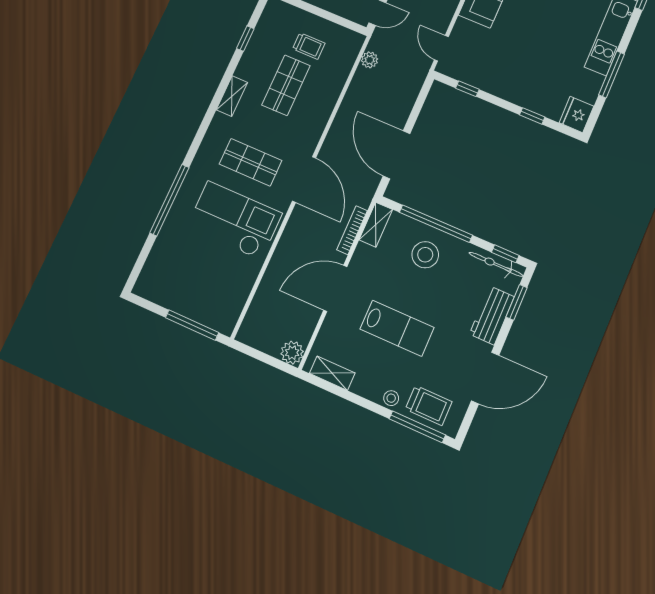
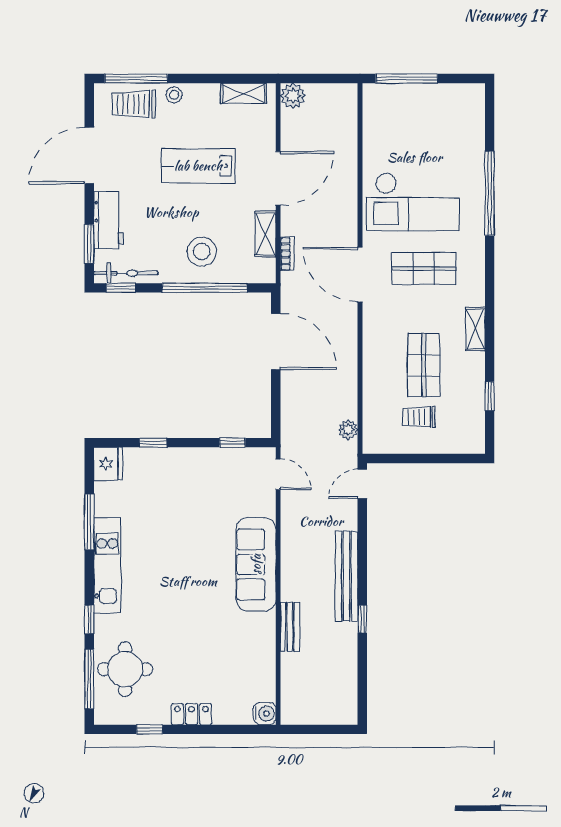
shelving: (376, 225) -> (265, 234), moved
bookcase: (352, 230) -> (287, 254), width x0.64

